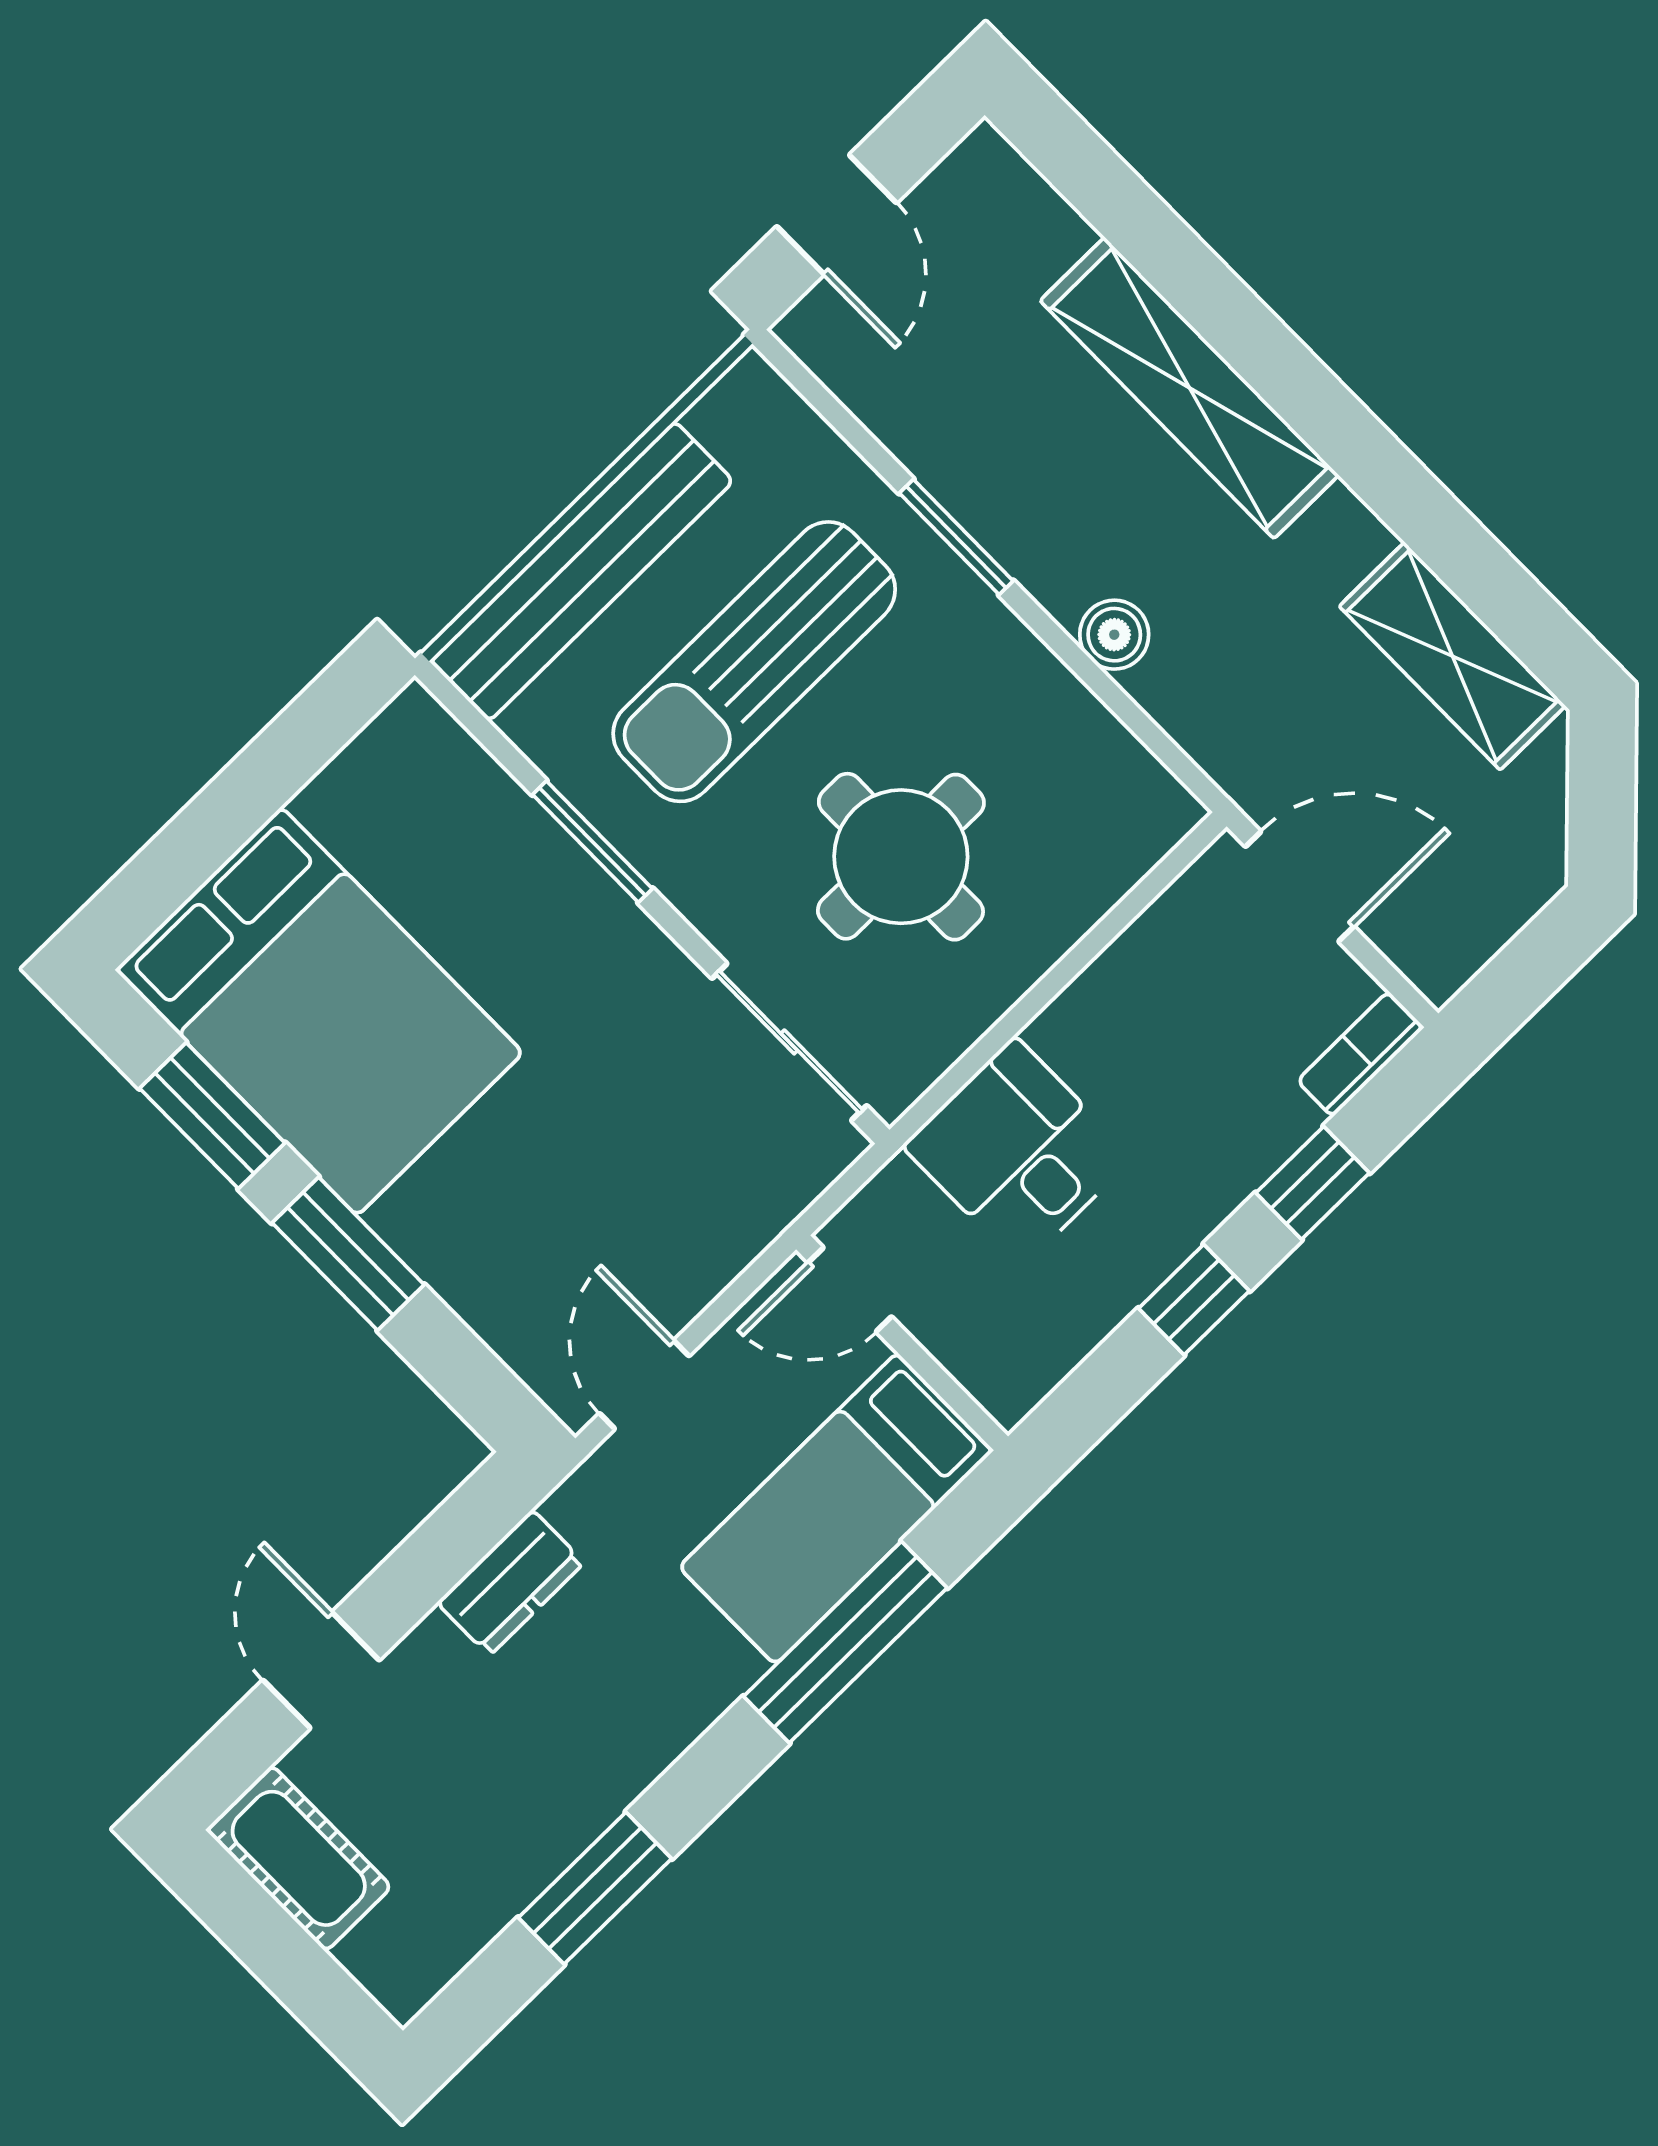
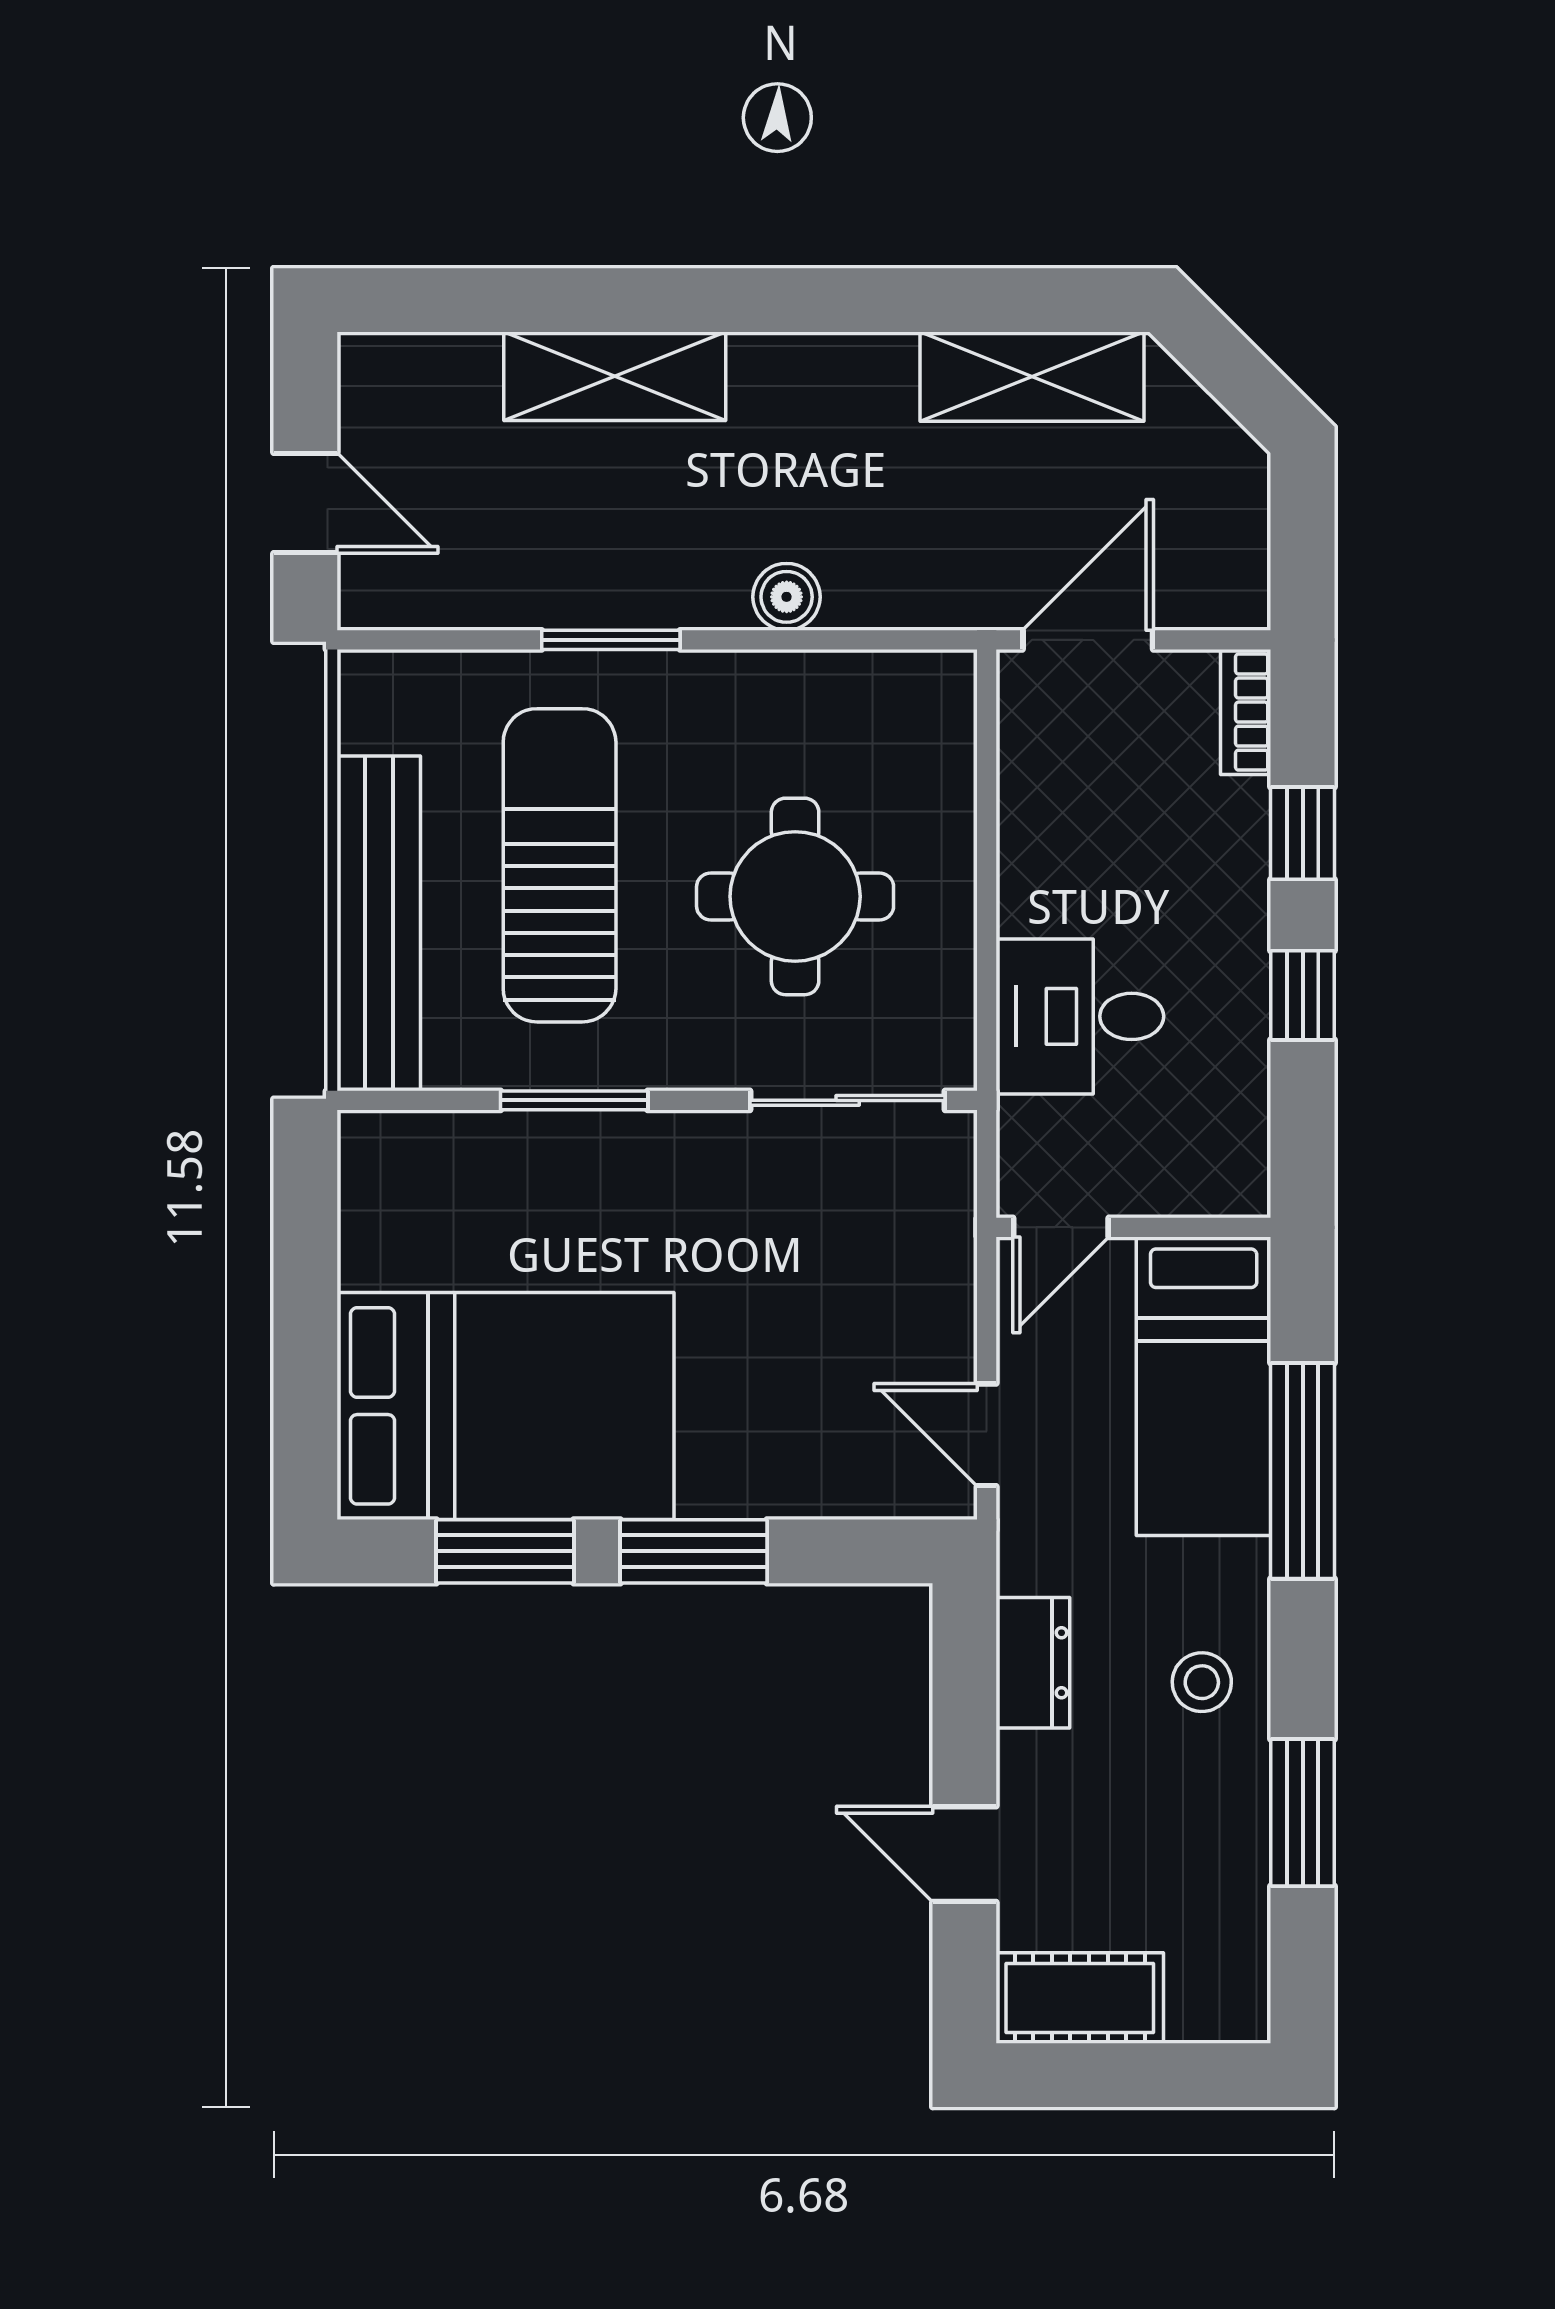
shelving: (1189, 388) -> (615, 376), width x0.68
sun lounger: (754, 662) -> (560, 865), turned 180
stool: (618, 1720) -> (1202, 1682), added

